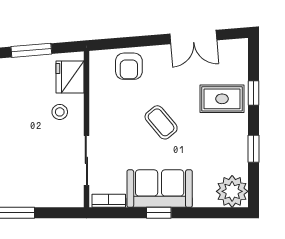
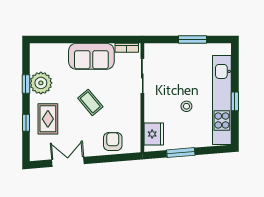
rug: (222, 99) -> (48, 119), turned 90
stool: (60, 112) -> (186, 106), moved
plant: (232, 191) -> (41, 83), moved
window: (159, 213) -> (92, 39), removed

